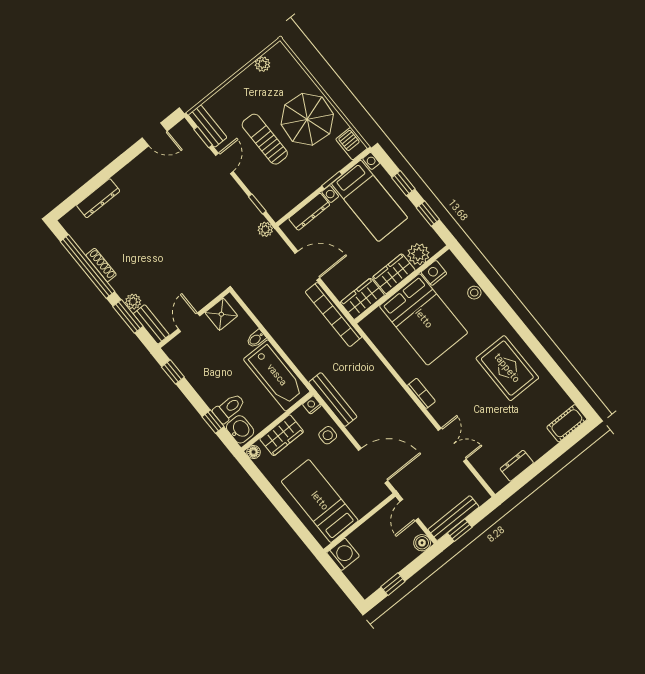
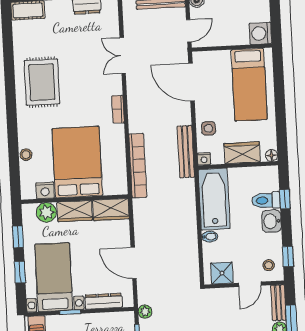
bookcase: (334, 314) -> (138, 166), moved
stool: (185, 352) -> (269, 265), added
washbasin: (240, 429) -> (271, 221), moved

